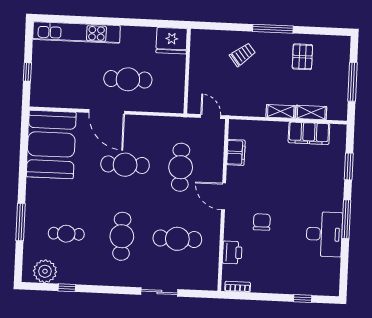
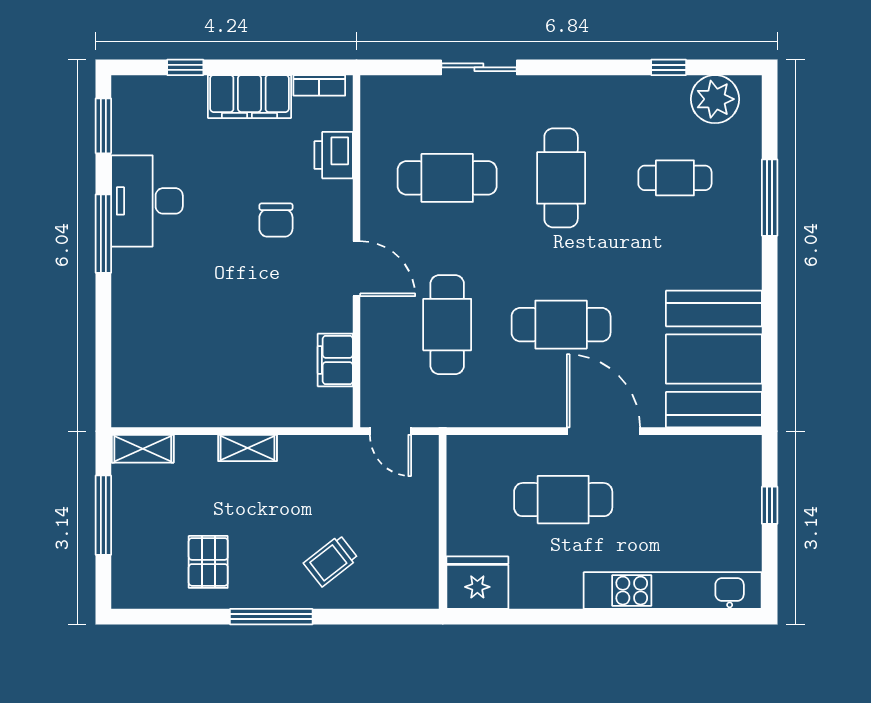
shelving: (311, 112) -> (143, 449), moved
filing cabinet: (309, 133) -> (249, 97), moved, turned 180
window: (349, 166) -> (103, 126), moved

